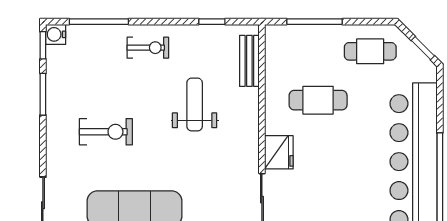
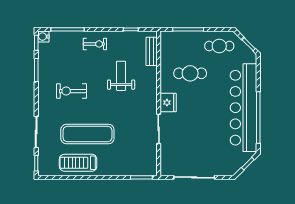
exercise bike: (106, 132) -> (71, 91), turned 180

